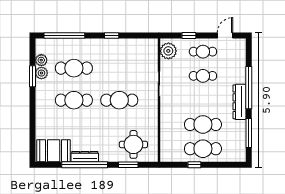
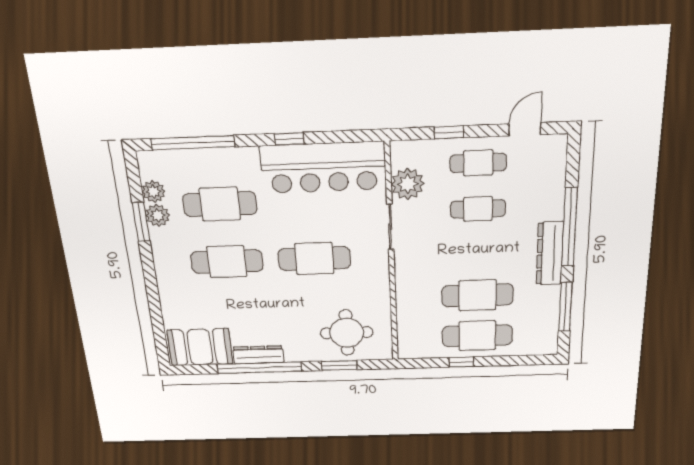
bar counter: (127, 51) -> (323, 167), added
plant: (168, 51) -> (408, 184), moved

